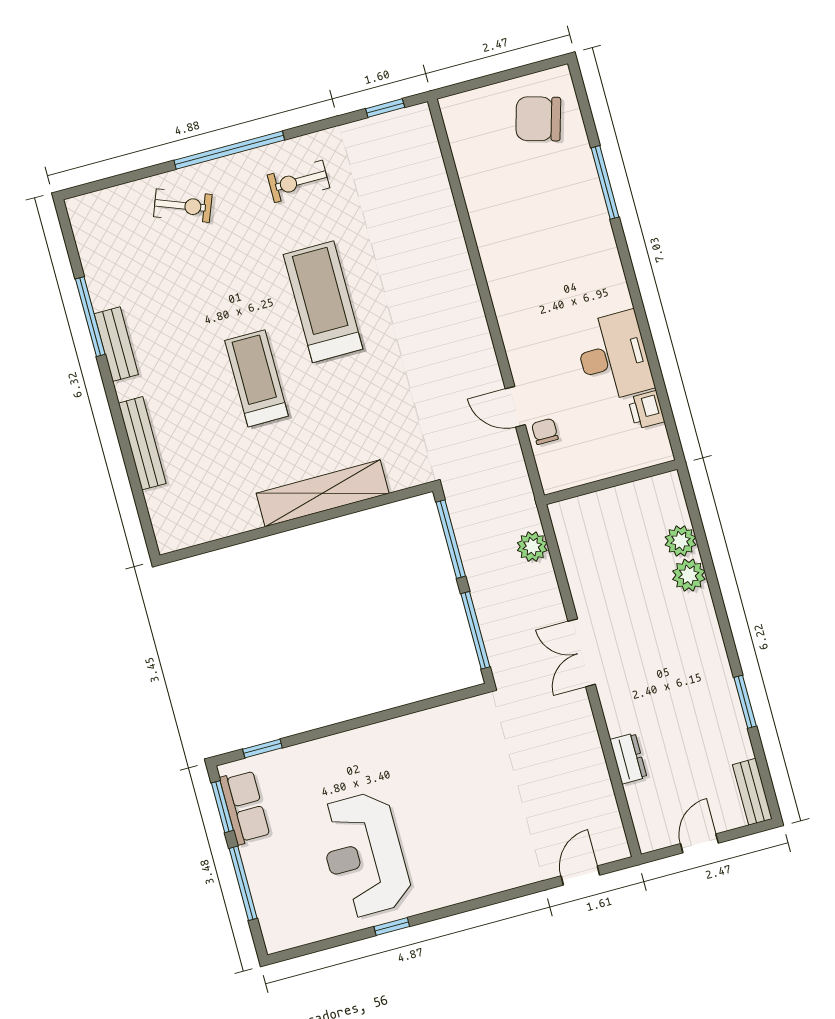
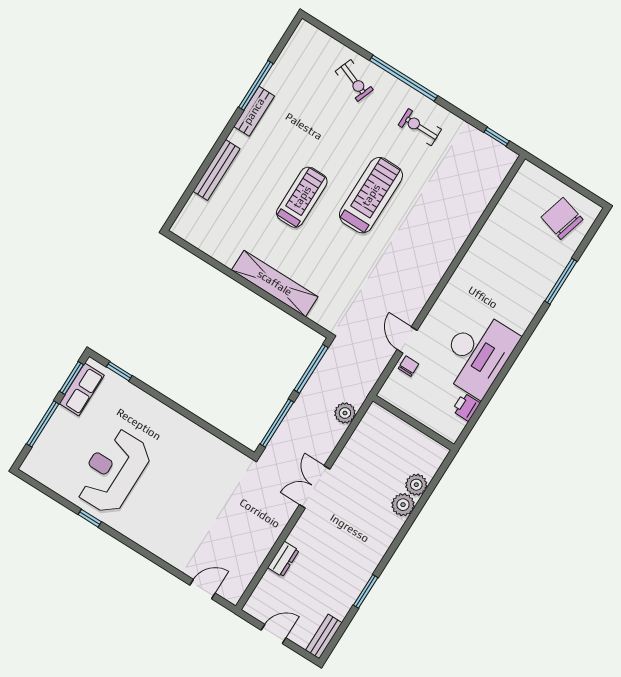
desk: (614, 357) -> (478, 354), width x1.36, depth x1.30

